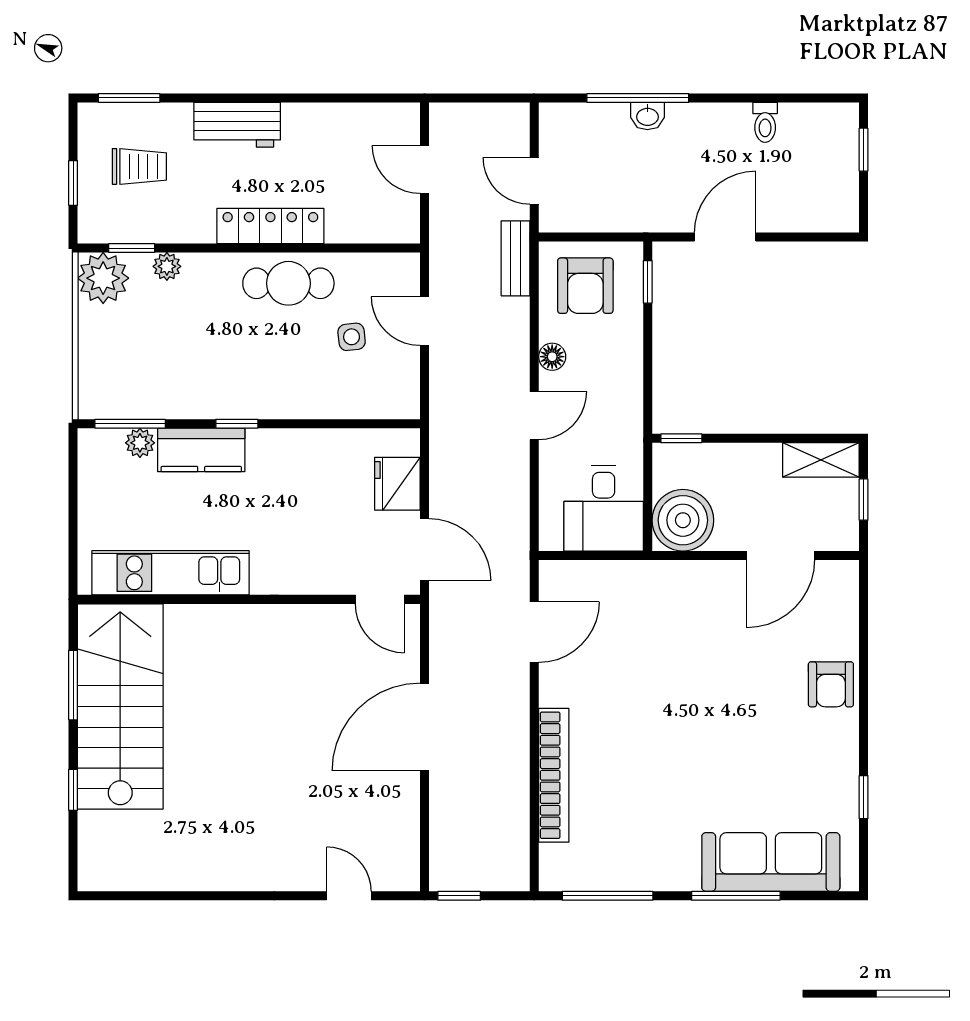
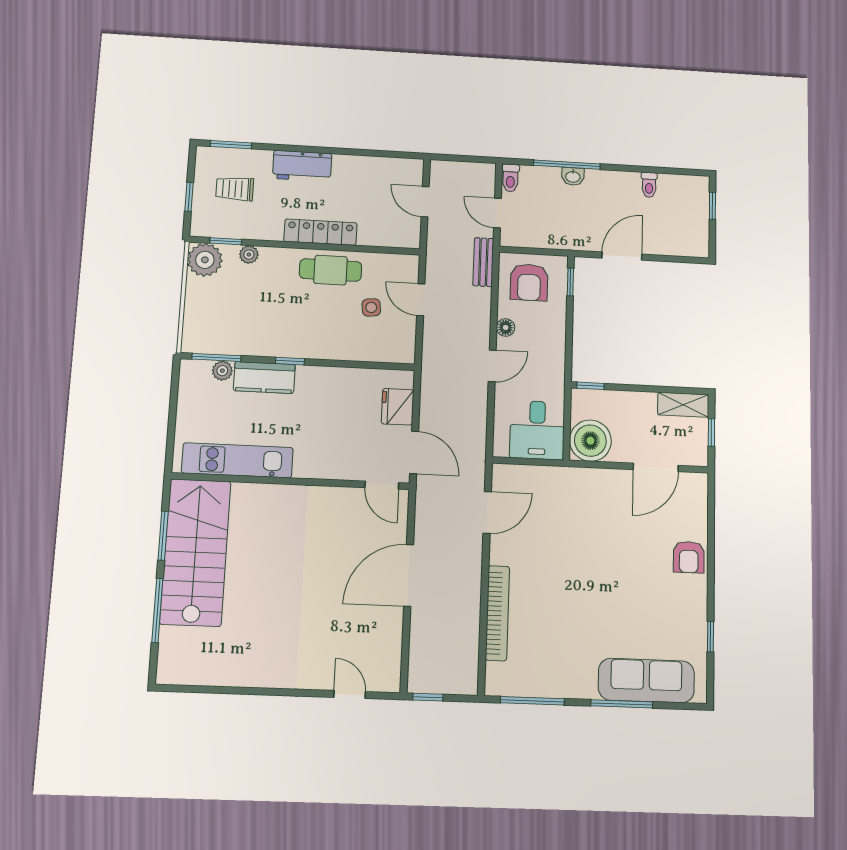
toilet: (552, 124) -> (510, 178), added
trolley: (139, 166) -> (235, 189), turned 180
window: (73, 790) -> (157, 610), width x2.17

